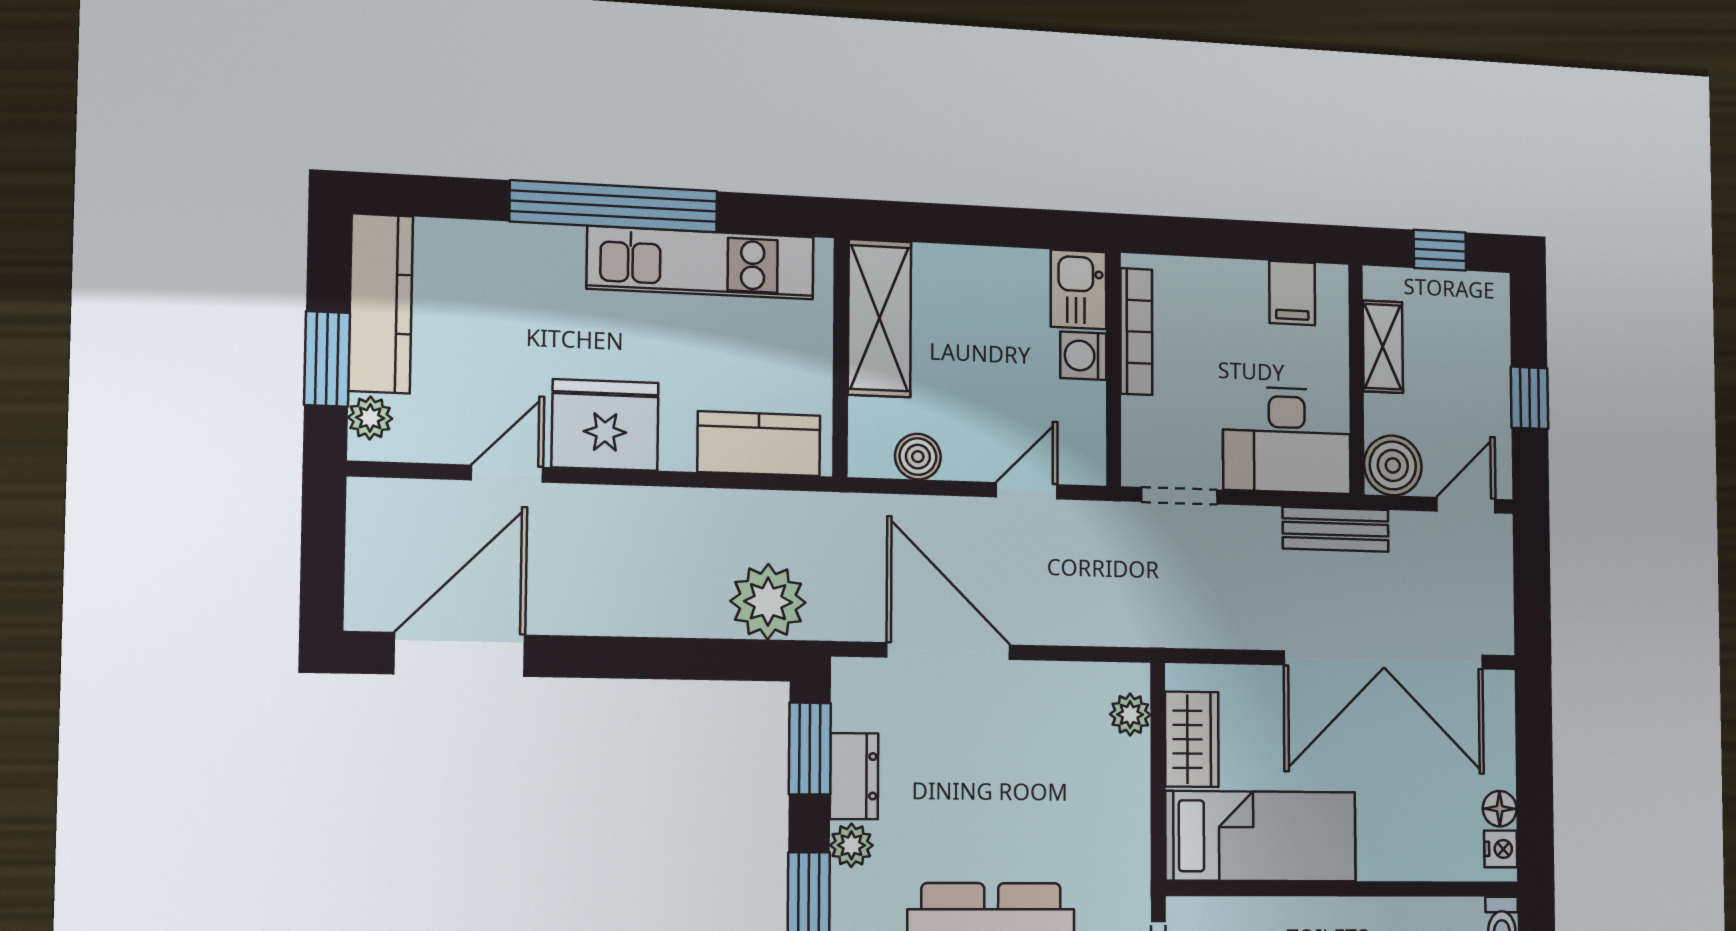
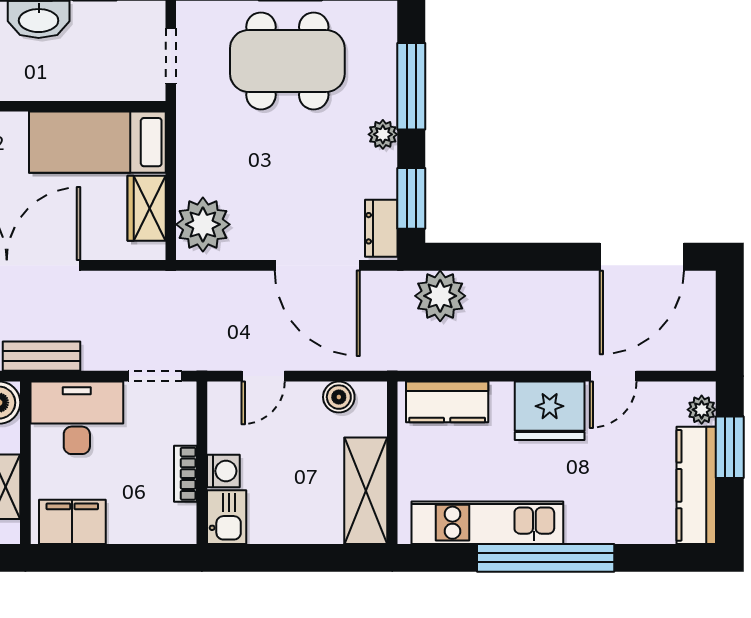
filing cabinet: (1292, 293) -> (72, 522), width x2.00
bookcase: (1136, 332) -> (185, 474), width x0.64
plant: (1130, 715) -> (203, 224), width x1.88, depth x1.88
dresser: (854, 776) -> (381, 228), moved

